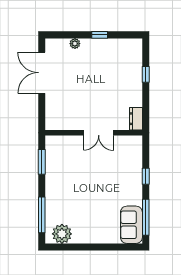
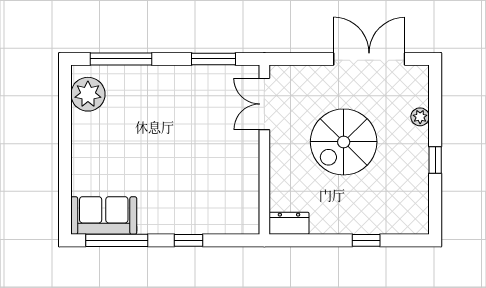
spiral stairs: (89, 87) -> (344, 142), added
double door: (99, 133) -> (264, 104), moved

